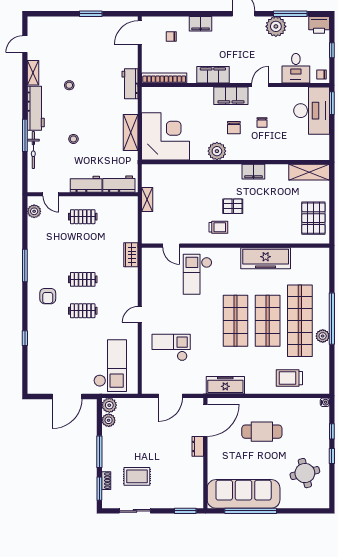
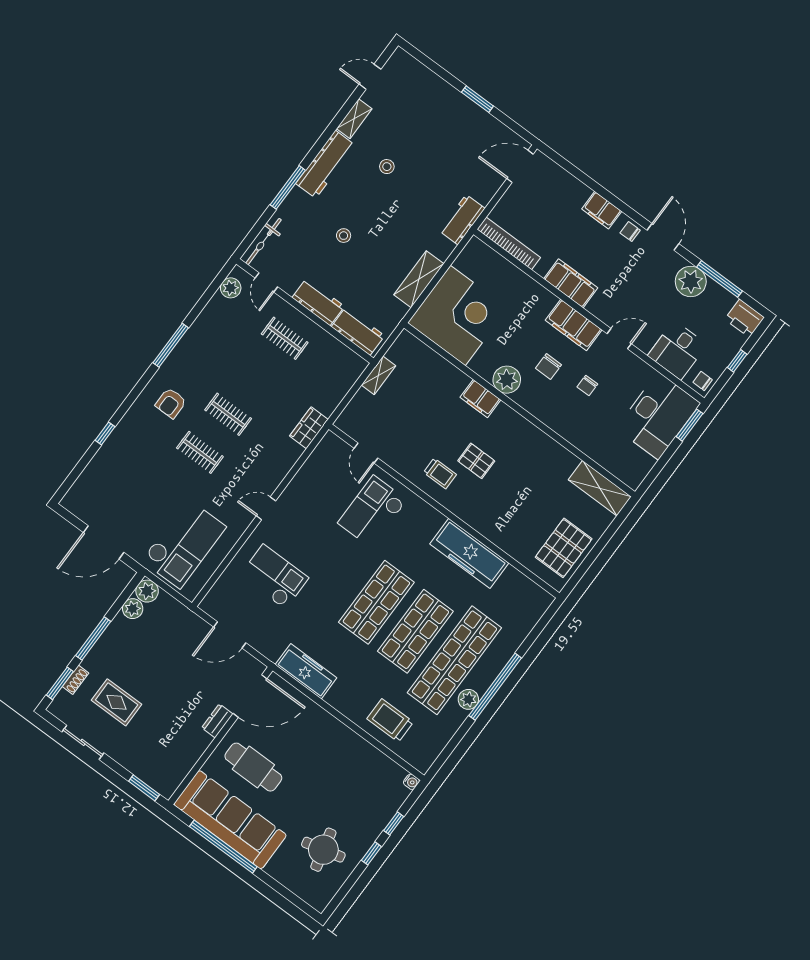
chair: (171, 36) -> (630, 232), moved
bicycle: (33, 150) -> (264, 242), moved
filing cabinet: (253, 172) -> (480, 399), moved
cafe table: (262, 432) -> (253, 767), moved

